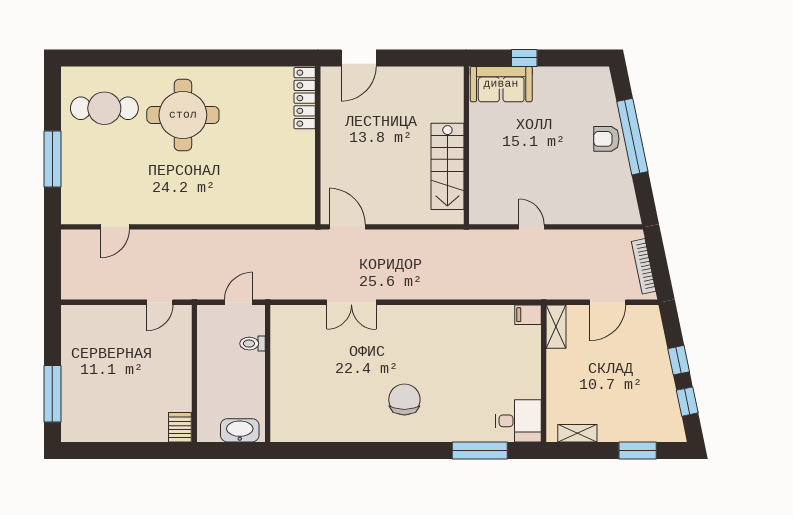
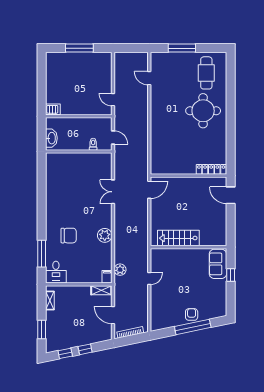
plant: (513, 288) -> (120, 270), added
plant: (442, 319) -> (105, 235), added
window: (52, 394) -> (79, 48), moved
chair: (404, 400) -> (69, 236), moved

